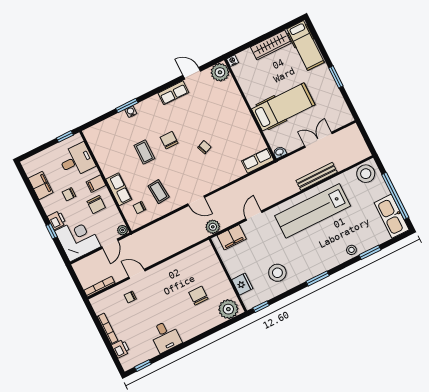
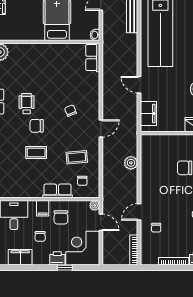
wheelchair: (185, 121) -> (27, 104), added
chair: (204, 147) -> (70, 111), moved
chair: (96, 205) -> (61, 217), turned 90
plant: (213, 227) -> (131, 163), moved

